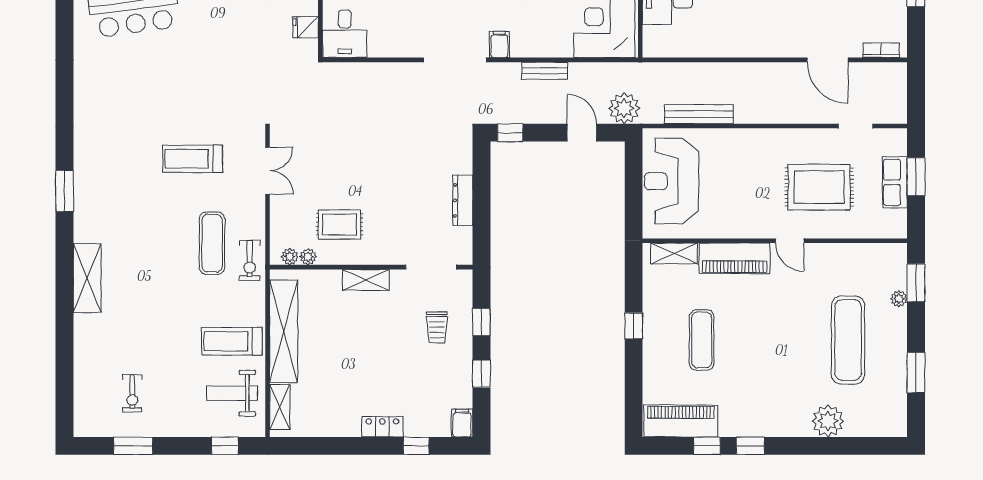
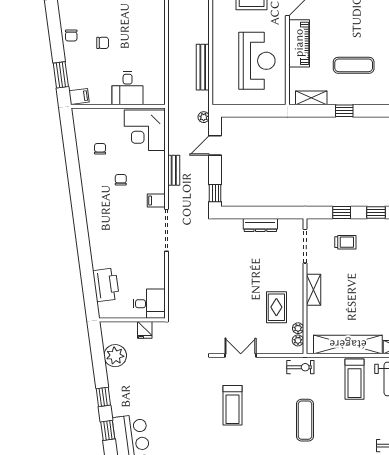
plant: (624, 108) -> (204, 117), width x0.53, depth x0.53
reception desk: (672, 181) -> (257, 61), moved, turned -90
exercise mat: (212, 243) -> (305, 420), moved, turned 90
shelving: (674, 253) -> (311, 98), moved, turned 90

